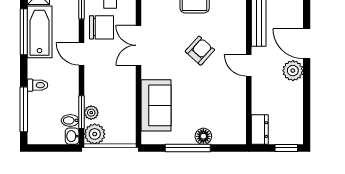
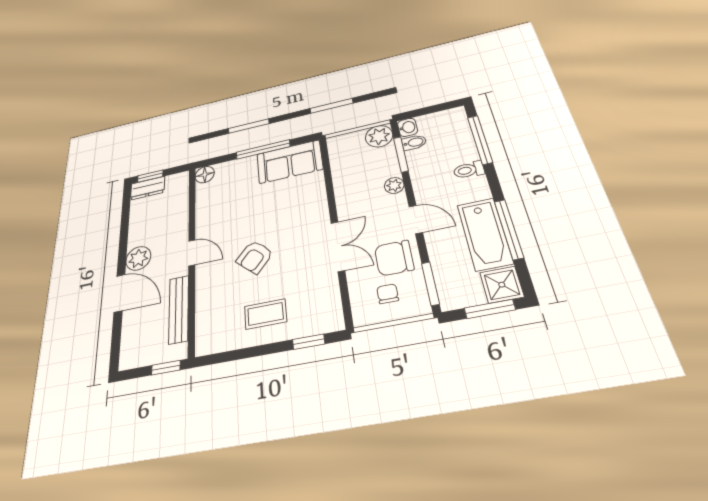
sofa: (156, 105) -> (290, 162), moved, turned -90
plant: (91, 113) -> (394, 185), moved
dresser: (260, 130) -> (148, 188), moved, turned -90
floor lamp: (203, 136) -> (205, 175), moved

